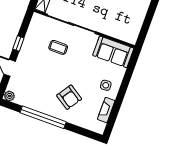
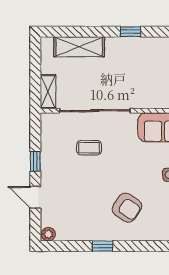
window: (43, 117) -> (103, 246), width x0.32

